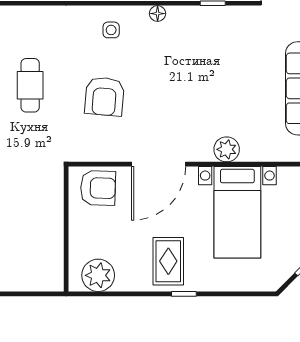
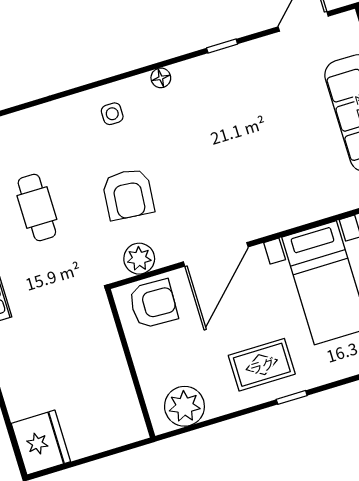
plant: (227, 149) -> (139, 259), moved
rug: (168, 261) -> (262, 365), turned 90

